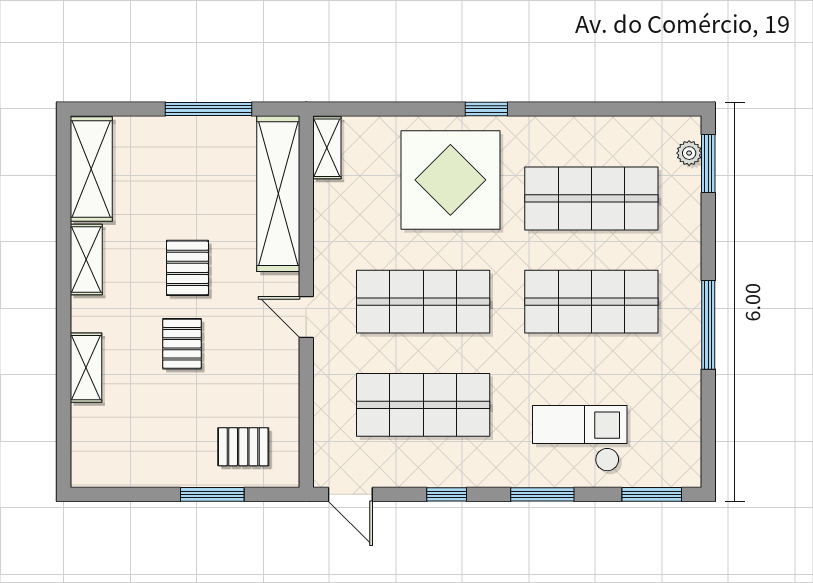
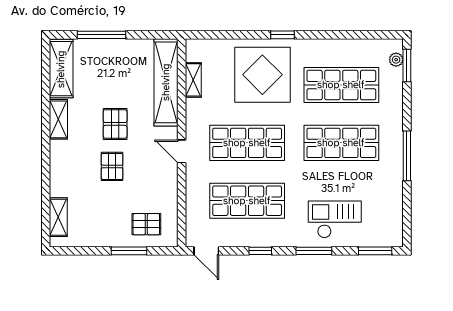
window: (209, 109) -> (101, 35), moved
shelving: (327, 148) -> (193, 80), moved
shelving: (86, 368) -> (58, 217), moved

